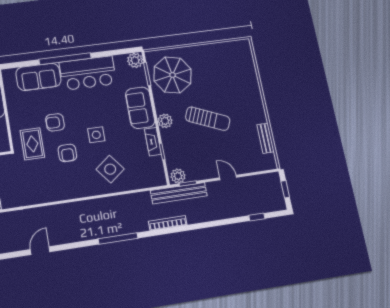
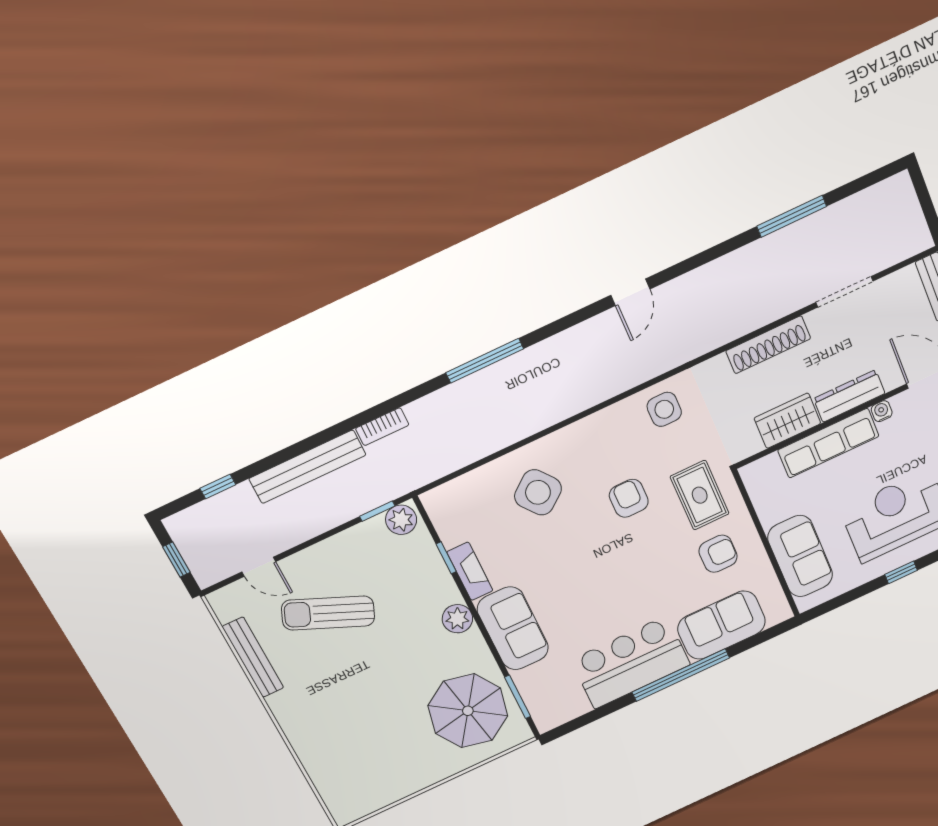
plant: (135, 60) -> (548, 715), removed
sun lounger: (208, 119) -> (328, 613), moved
armchair: (55, 122) -> (718, 554), moved
side table: (96, 135) -> (664, 409), moved
bench: (266, 138) -> (253, 657), width x1.36
door: (228, 177) -> (259, 567), moved
bench: (179, 193) -> (307, 467), moved
bookcase: (168, 223) -> (382, 427), width x0.64

